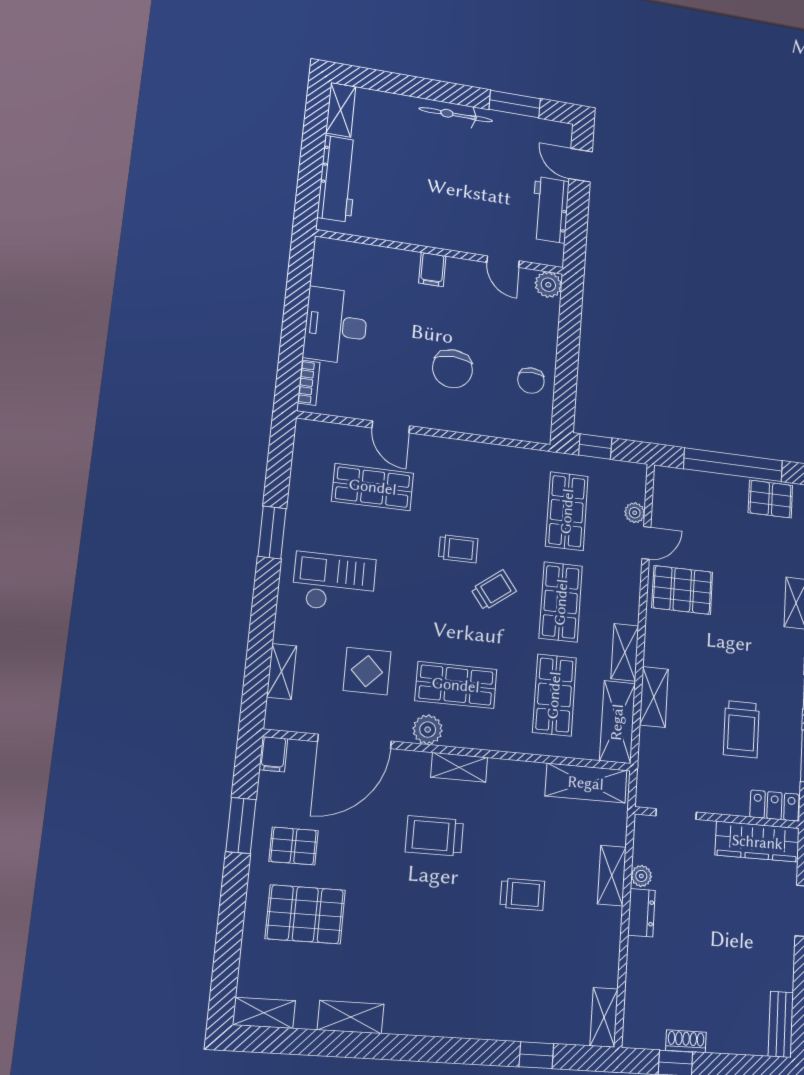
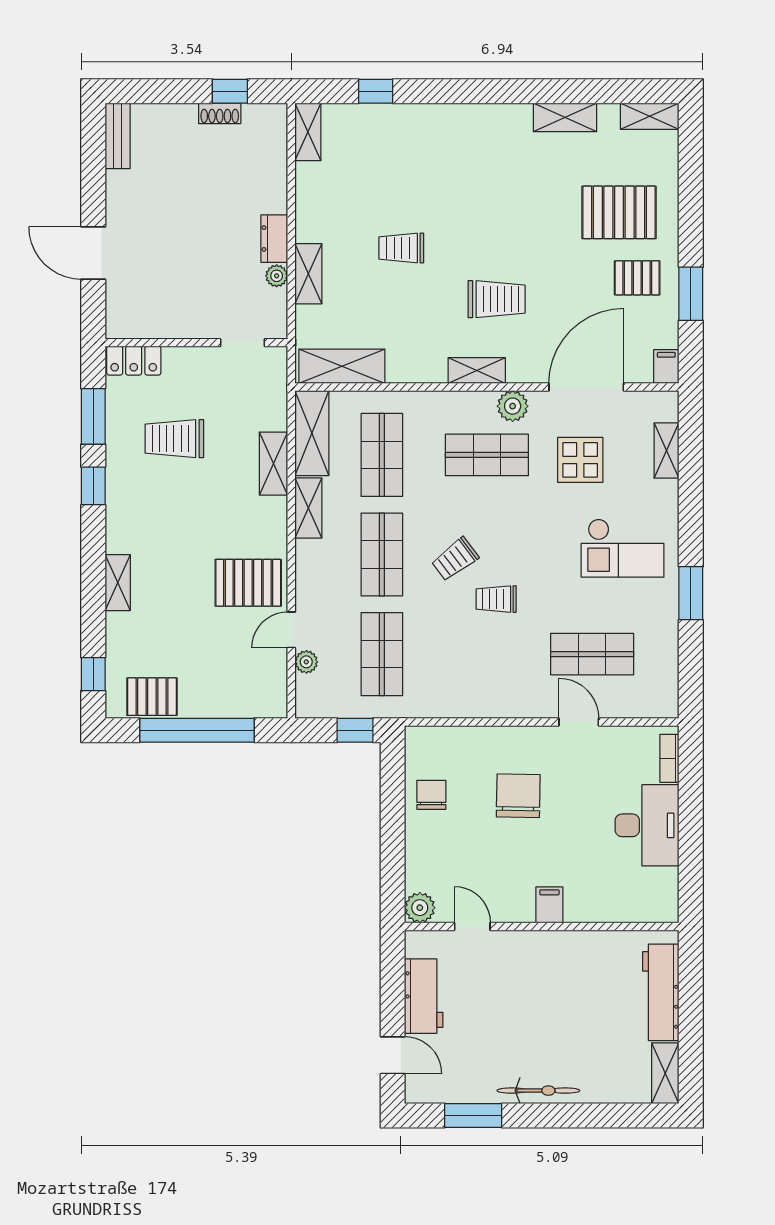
trolley: (741, 729) -> (174, 439), turned -90
wardrobe: (757, 842) -> (151, 321), removed

